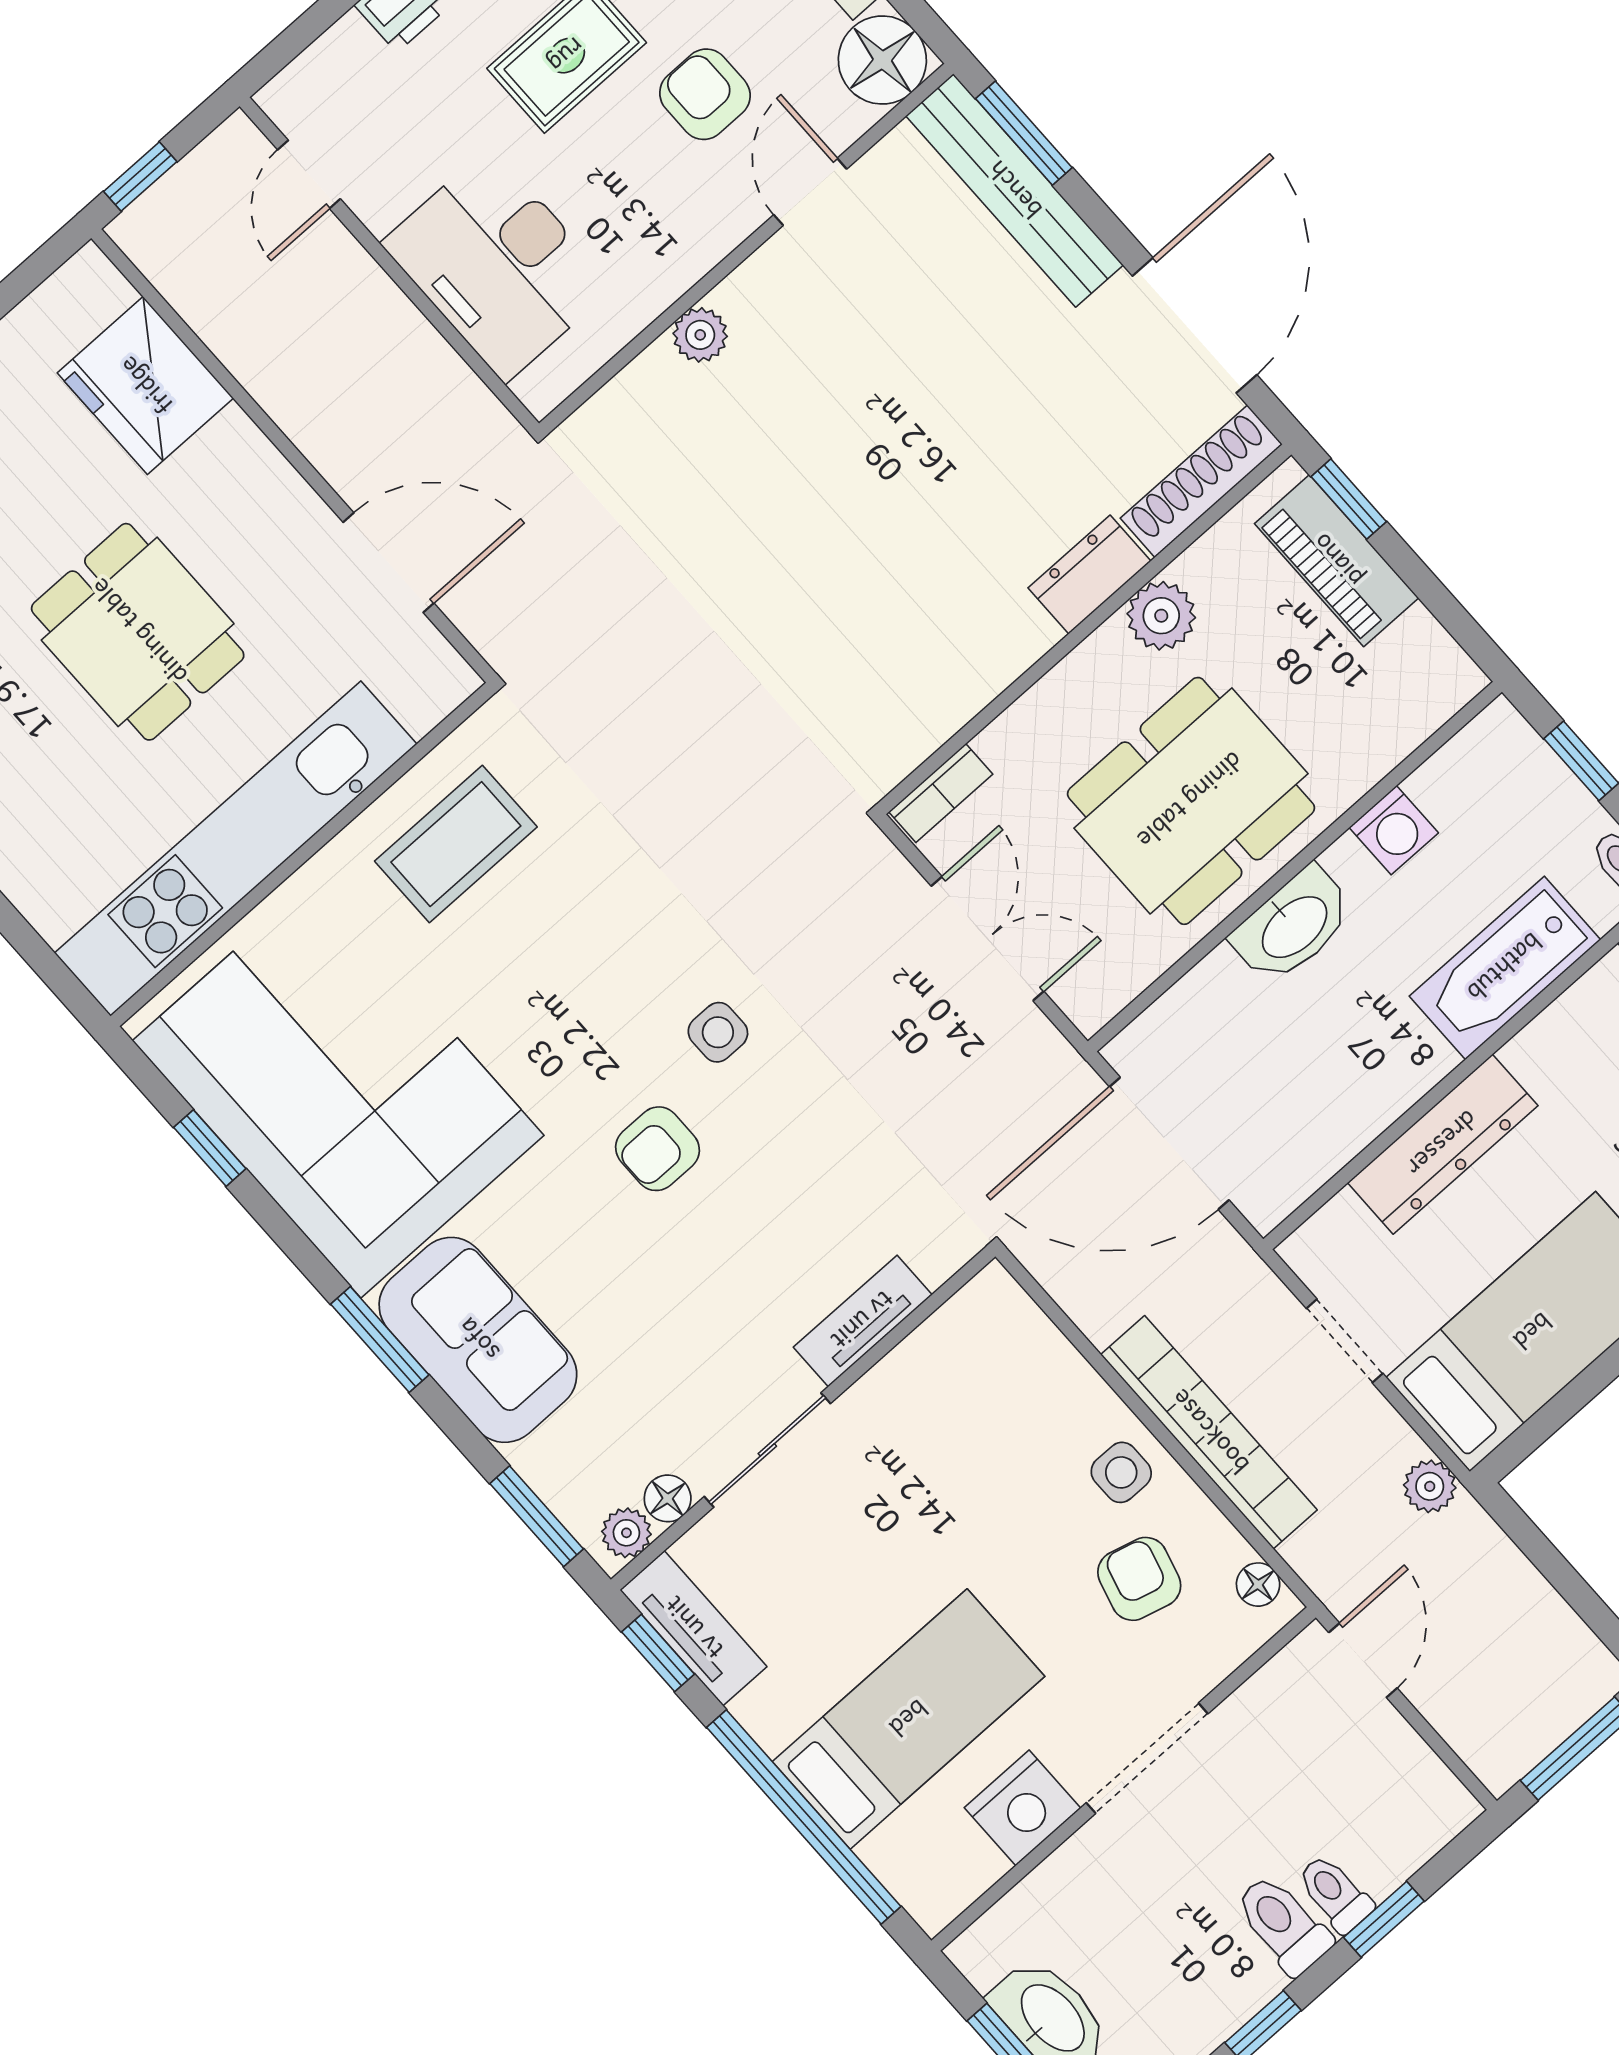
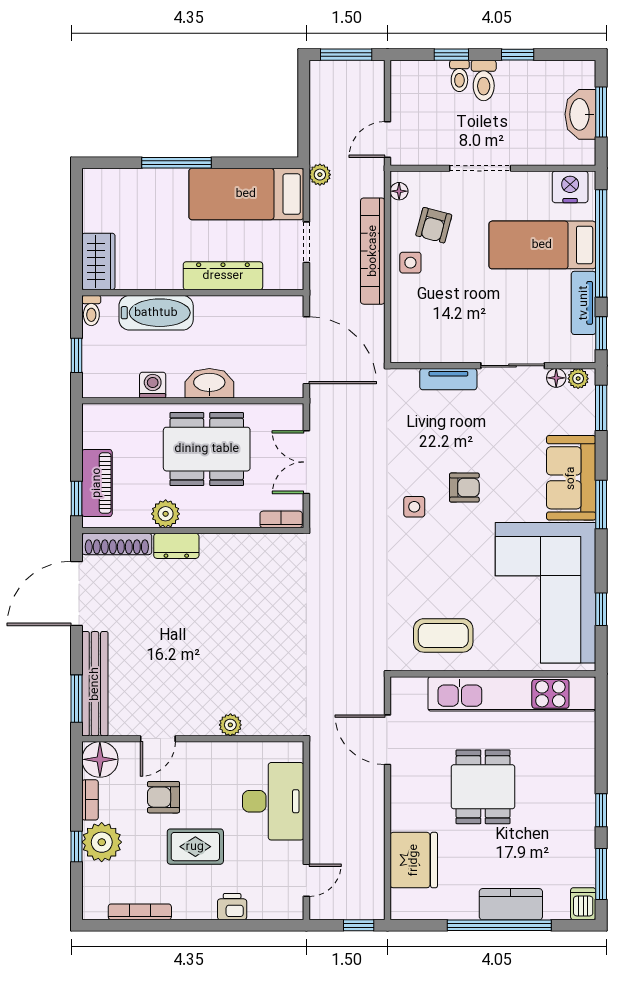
armchair: (705, 94) -> (164, 797), turned 90
tv unit: (693, 1628) -> (584, 303), moved
nightstand: (1022, 1808) -> (570, 187), moved

